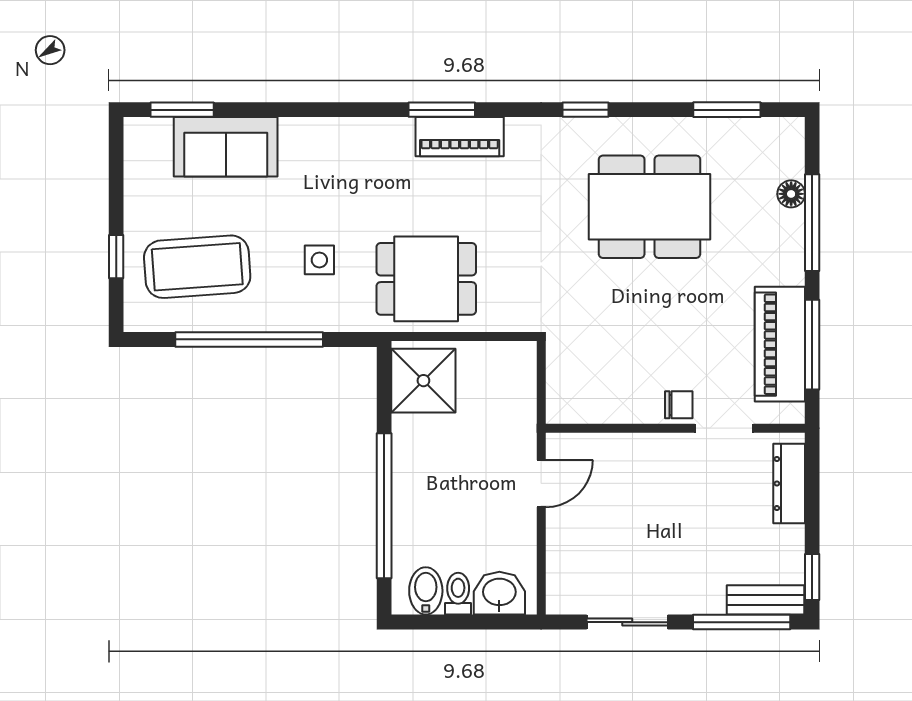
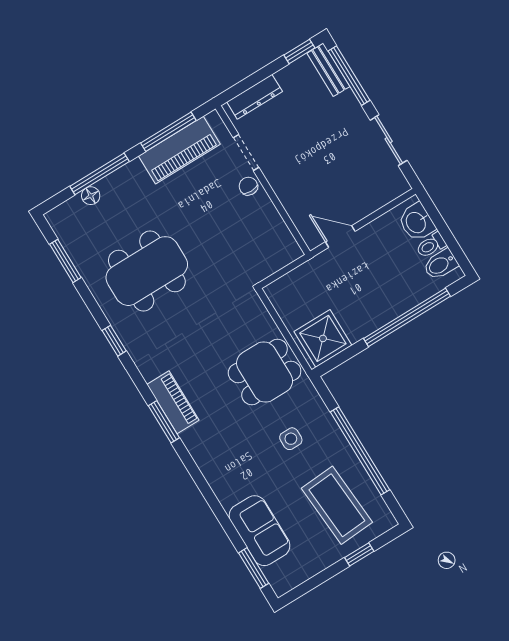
dining table: (650, 207) -> (147, 271), turned 90
dining table: (426, 279) -> (265, 372), turned 90

